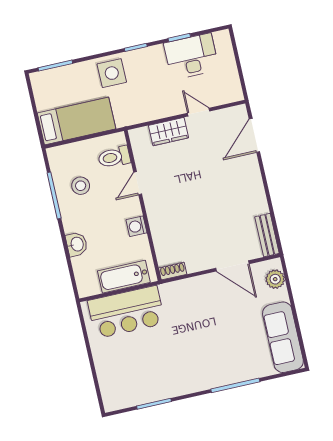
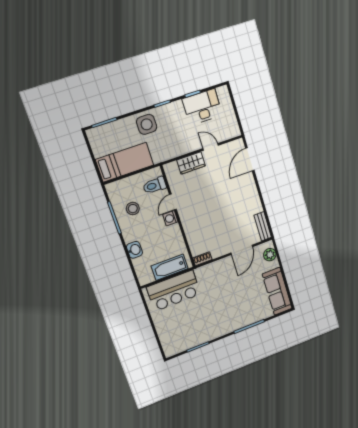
washing machine: (136, 226) -> (170, 218), moved
door: (232, 266) -> (242, 250), hinge flipped

